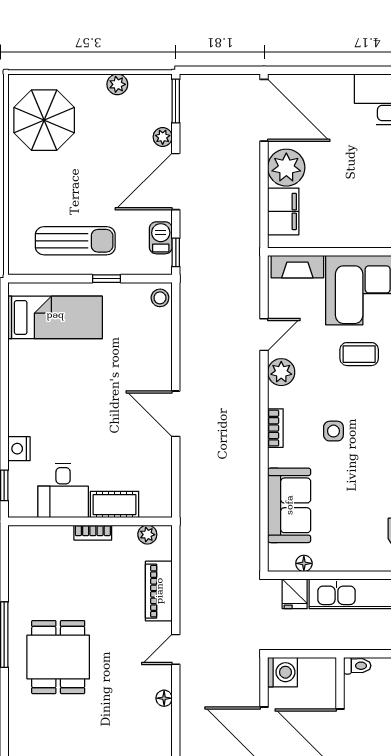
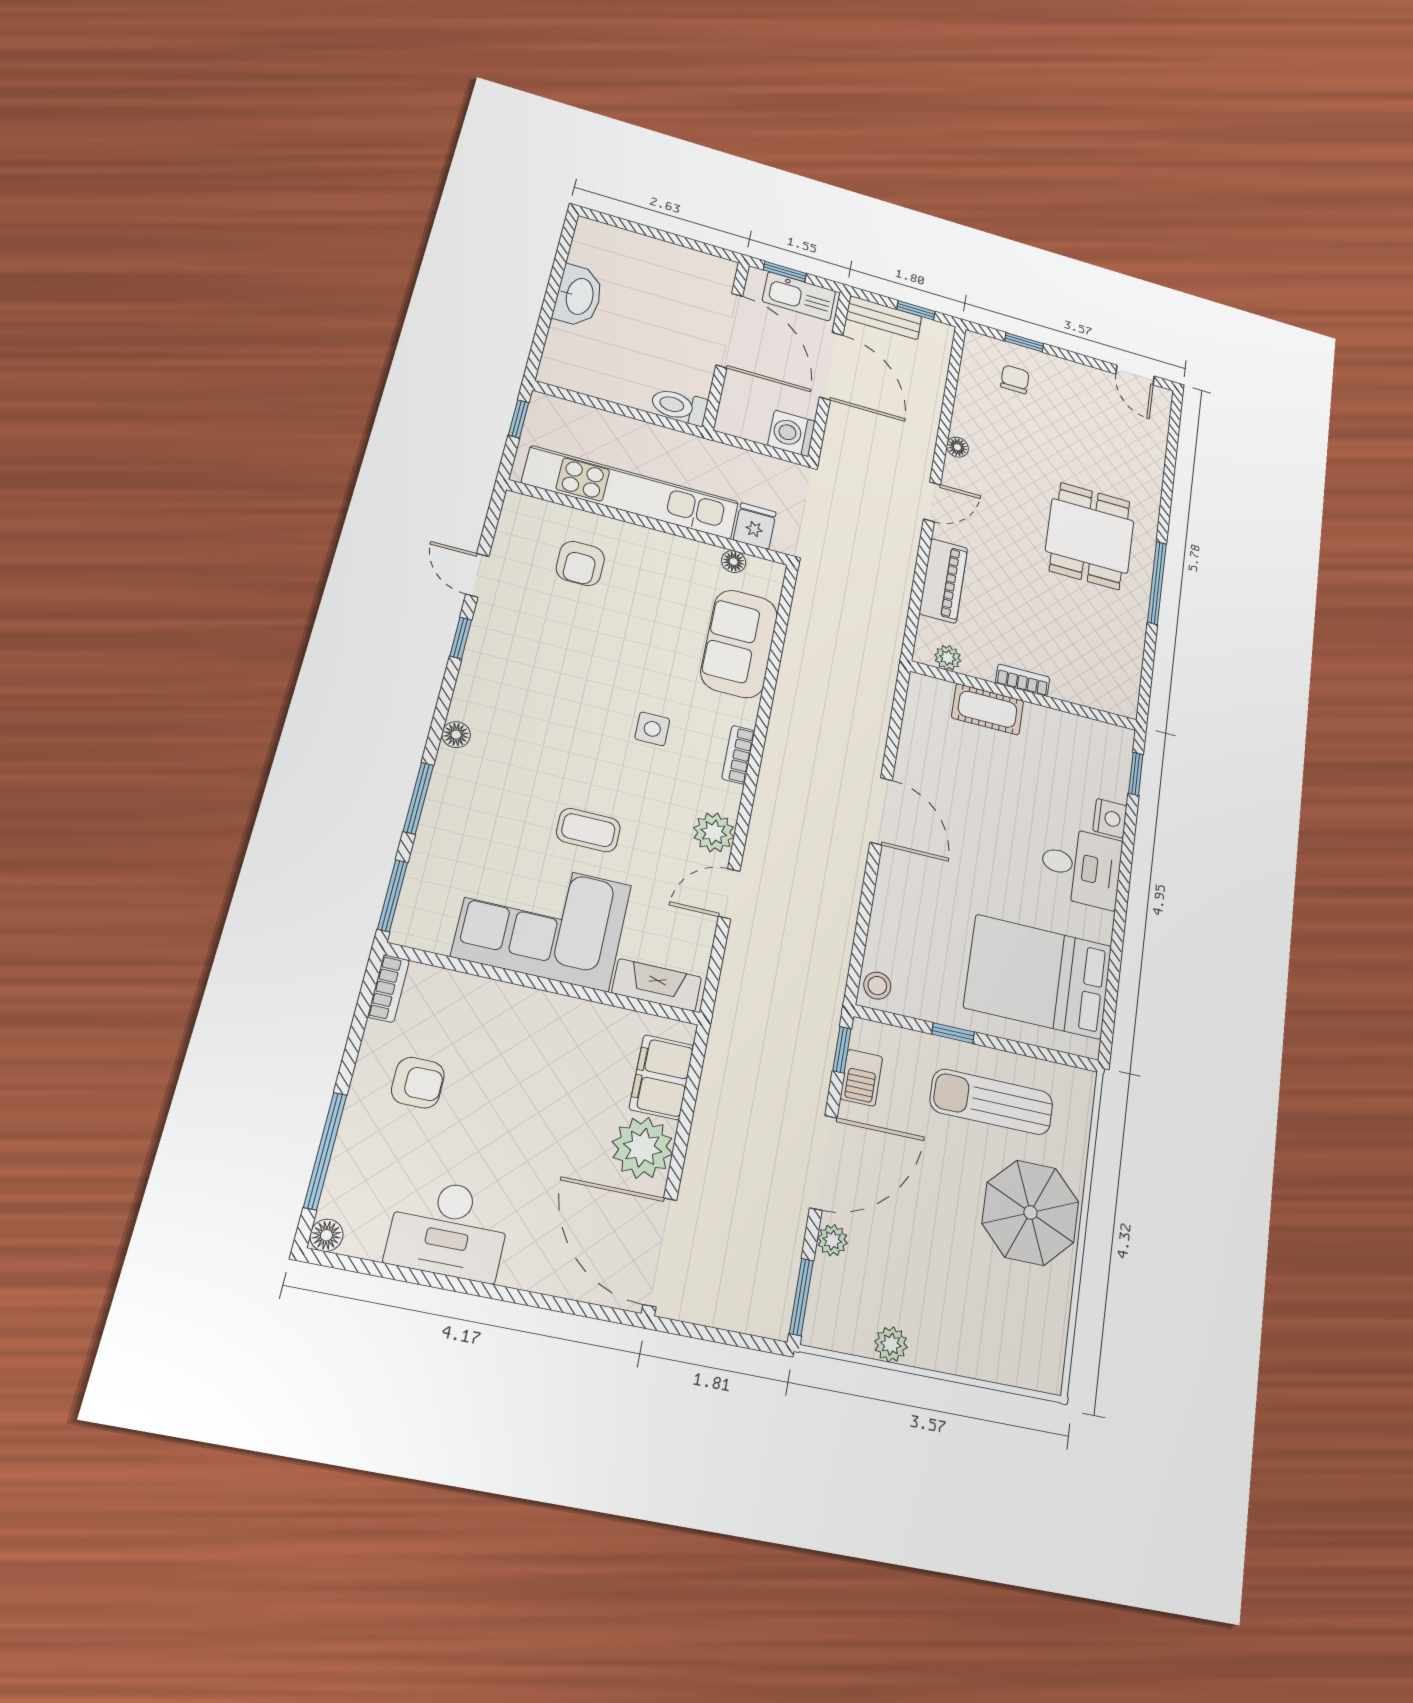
parasol: (44, 120) -> (1030, 1212), moved
bed: (55, 317) -> (1038, 977), width x1.50
desk: (63, 490) -> (1081, 867), moved, turned 90
toilet: (357, 666) -> (679, 406), width x1.37, depth x1.39

